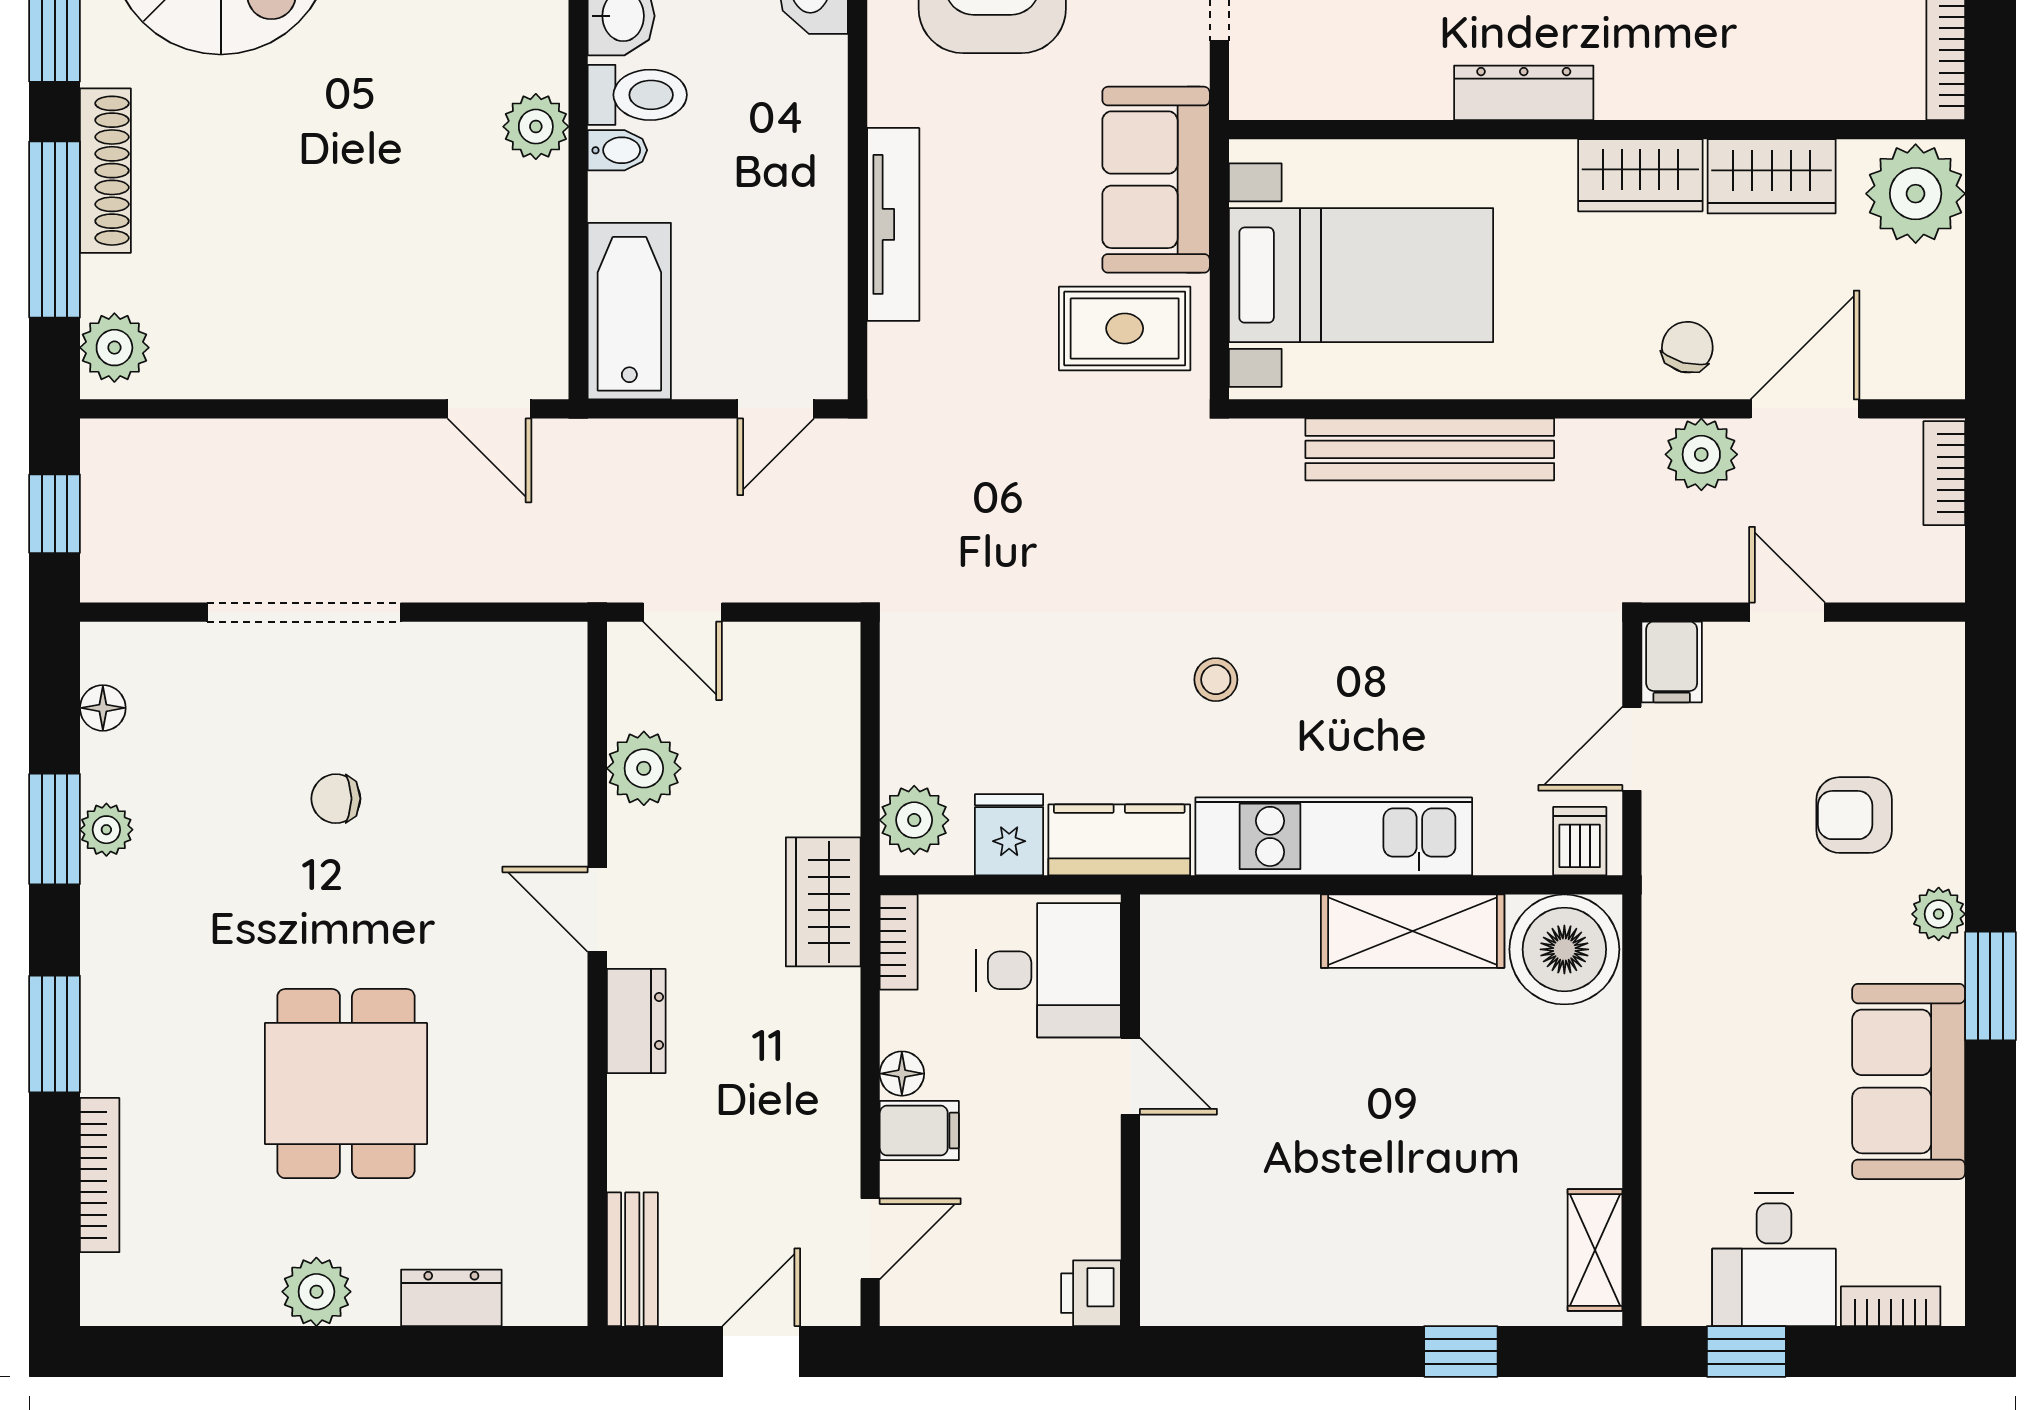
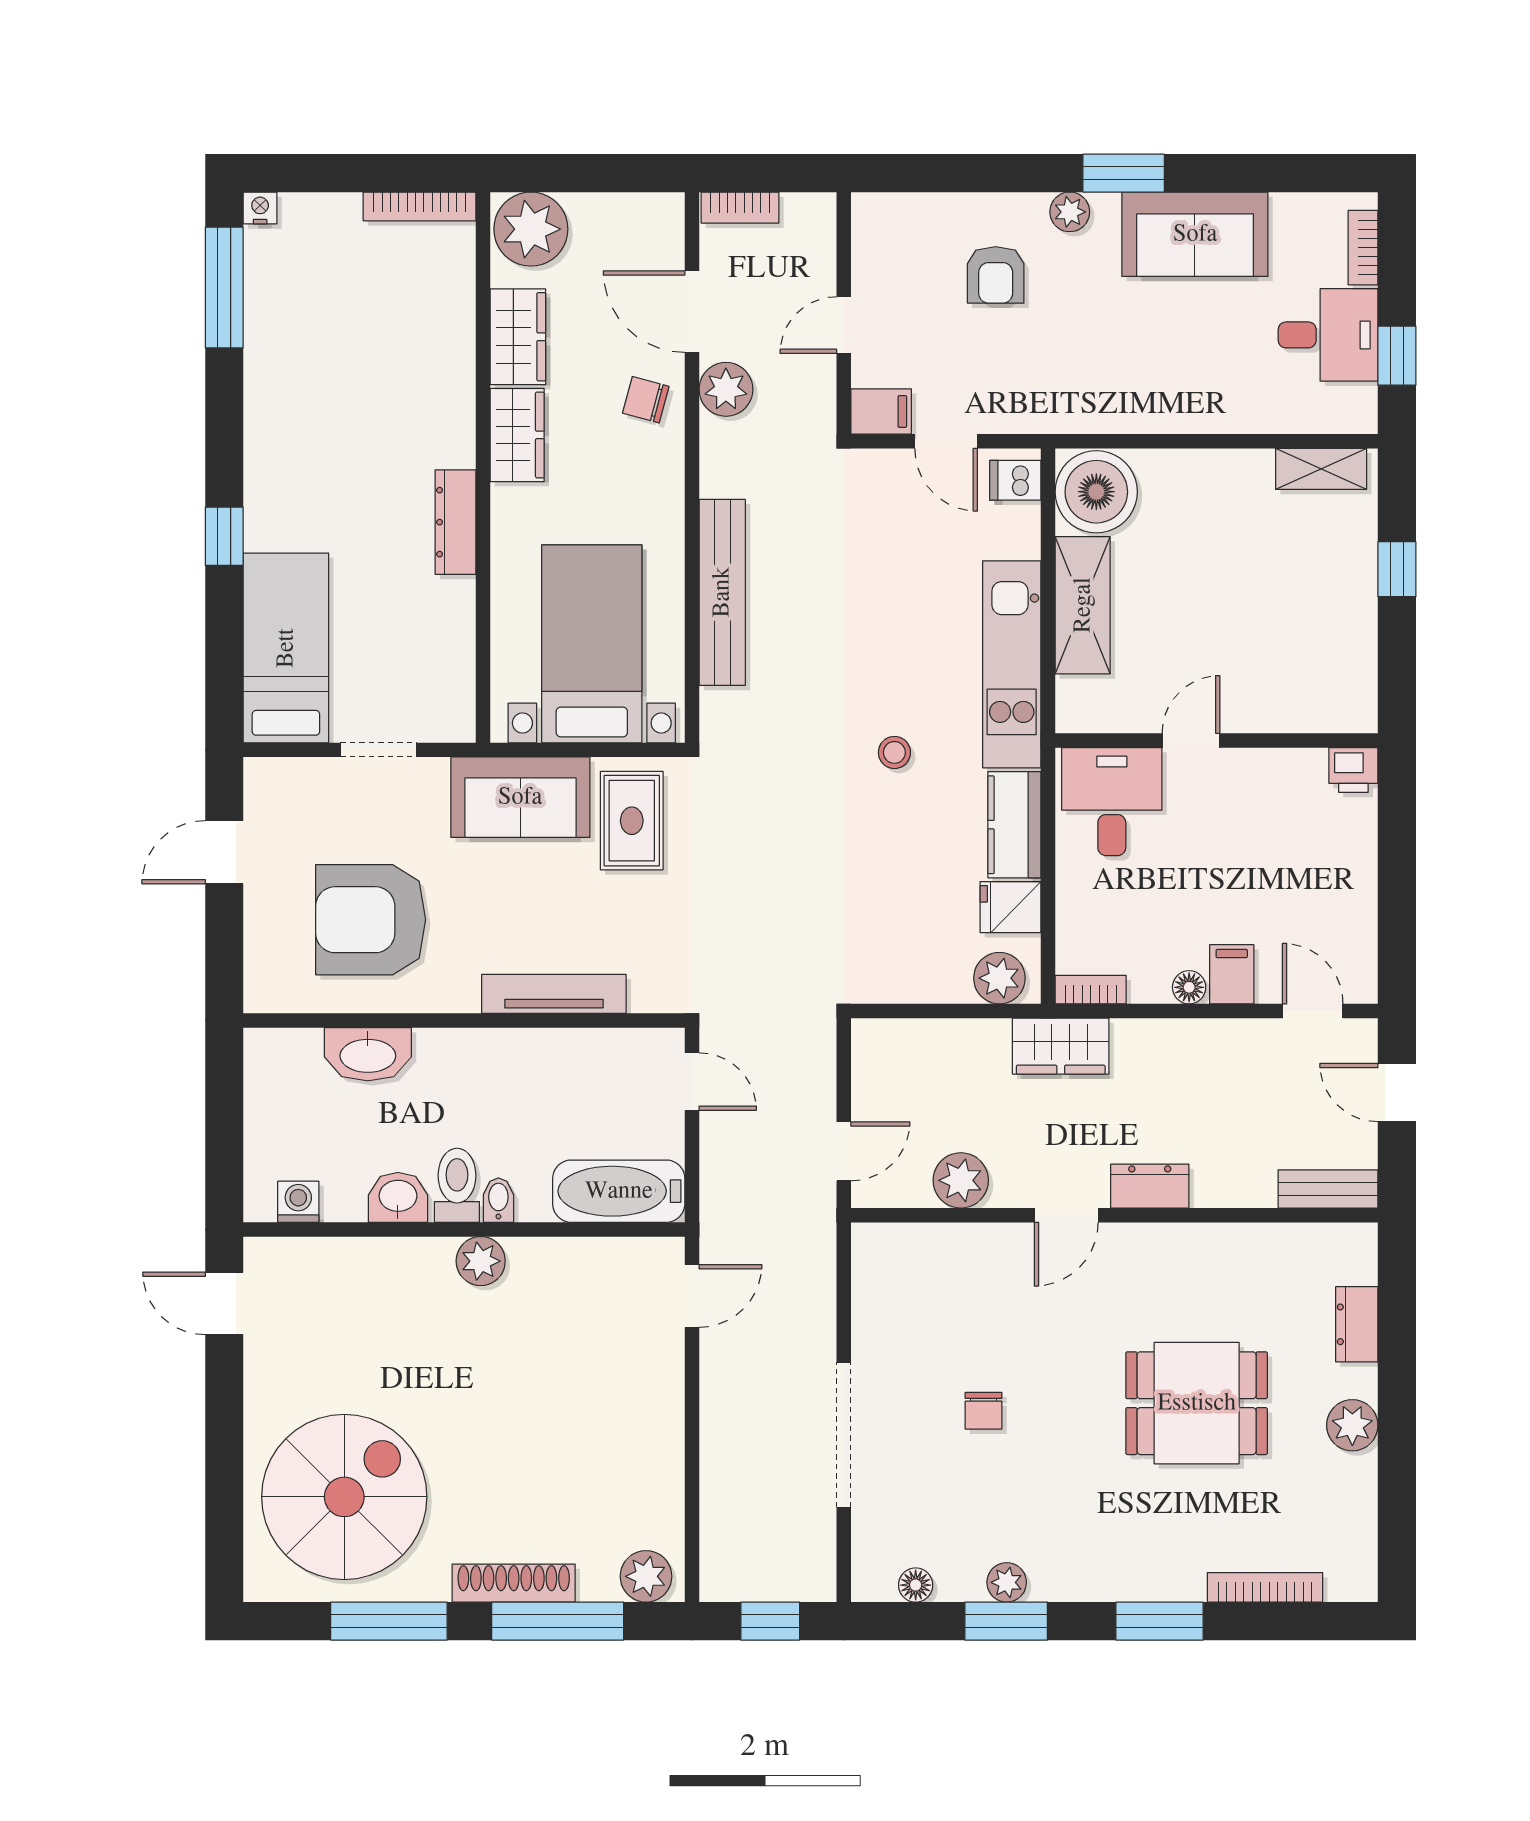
desk: (1049, 970) -> (1112, 802), moved
door: (1130, 1076) -> (1191, 740), moved
wall: (1130, 1110) -> (1217, 740), moved
printer: (1091, 1293) -> (1353, 770), moved

